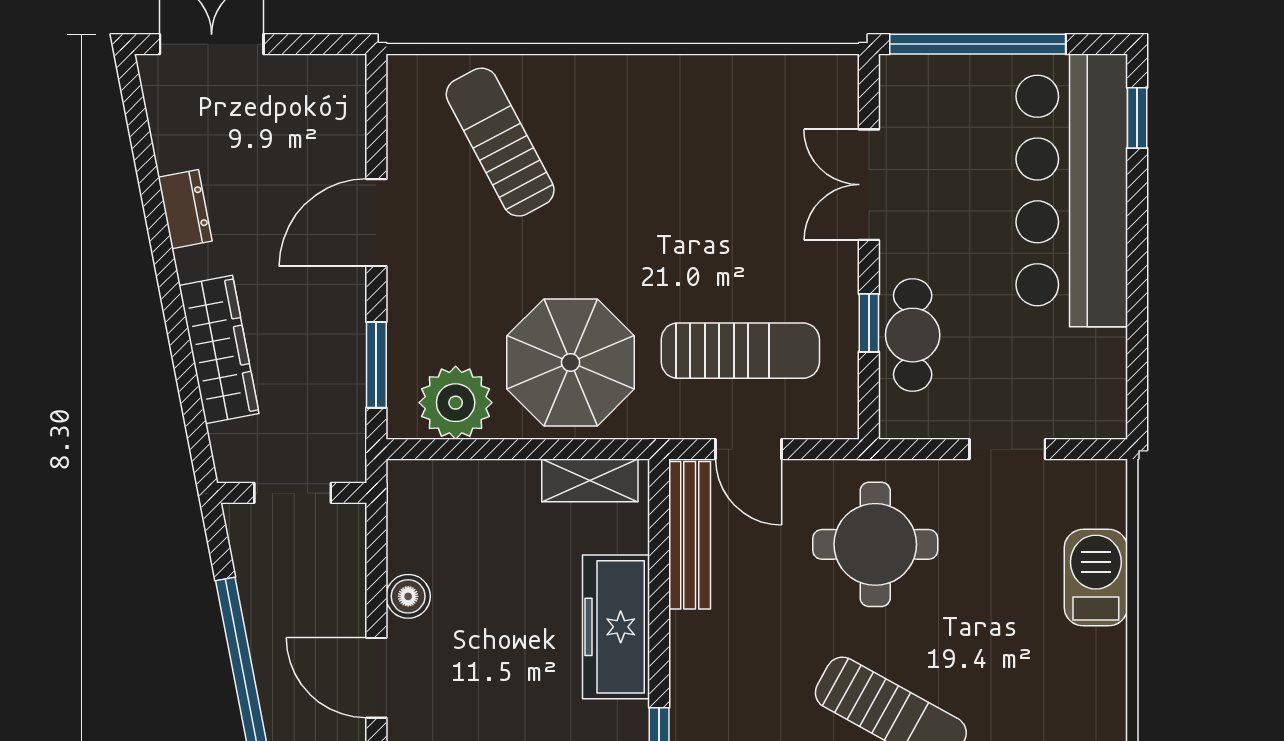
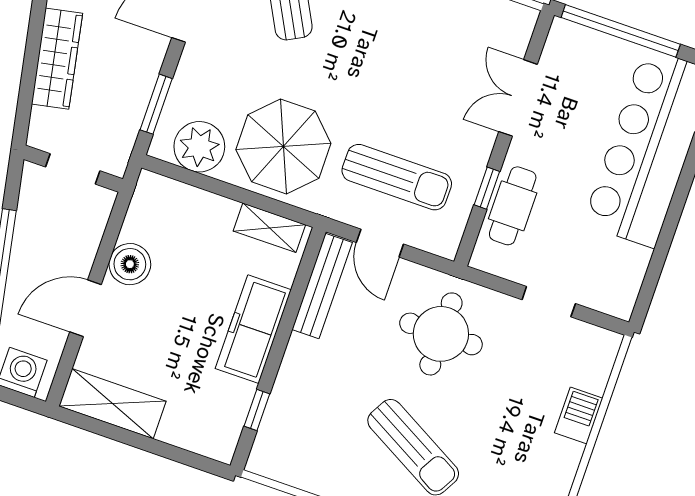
barbecue: (1096, 578) -> (579, 416), width x0.73, depth x0.79
boiler: (408, 596) -> (130, 264), width x1.36, depth x1.36
door: (376, 678) -> (86, 308), hinge flipped

